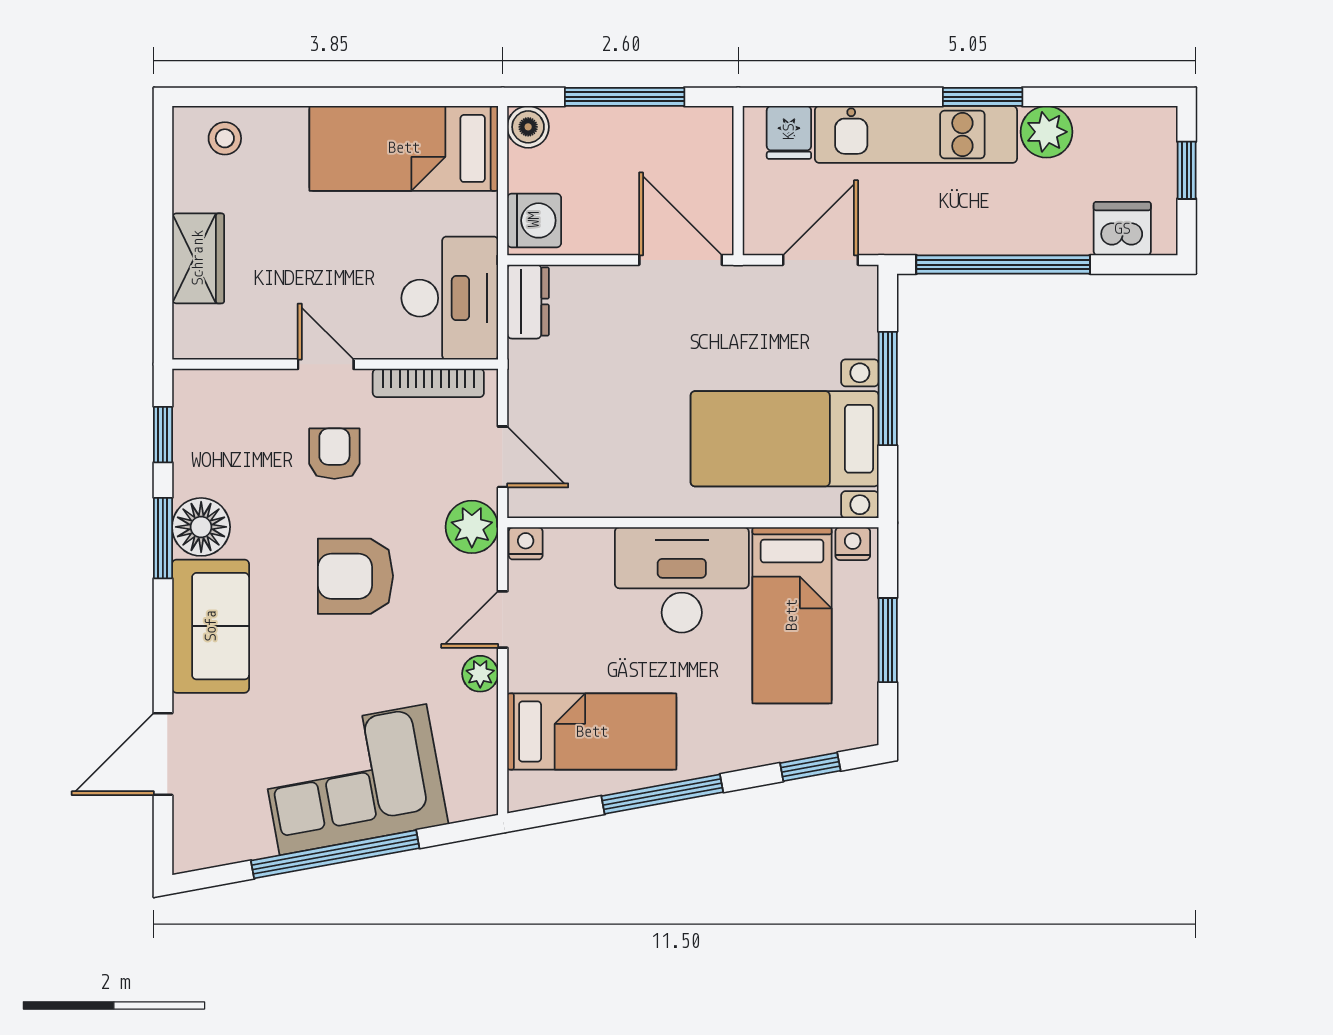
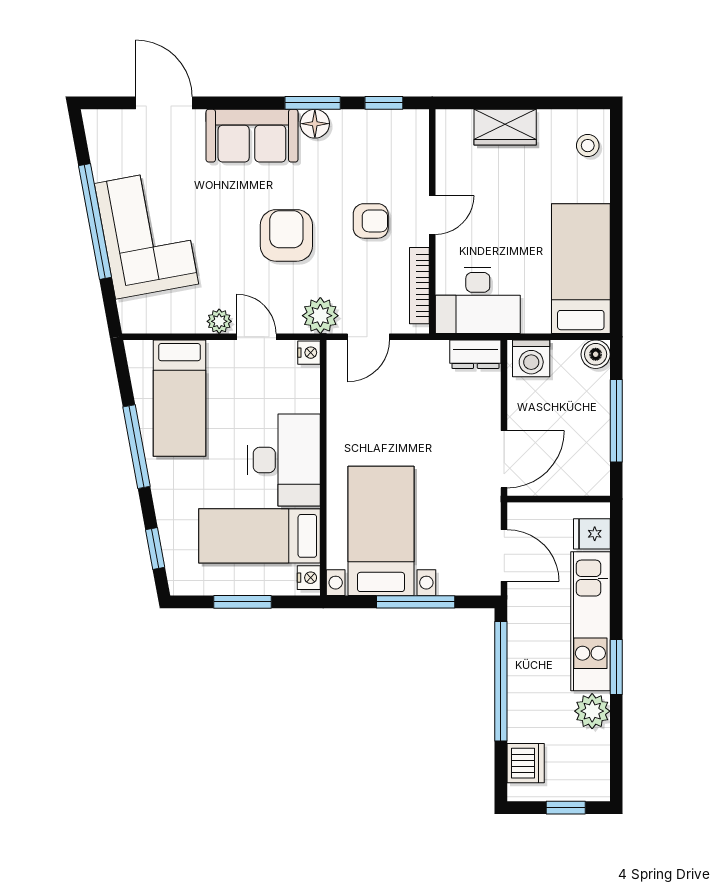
floor lamp: (201, 527) -> (315, 124), width x0.73, depth x0.73

